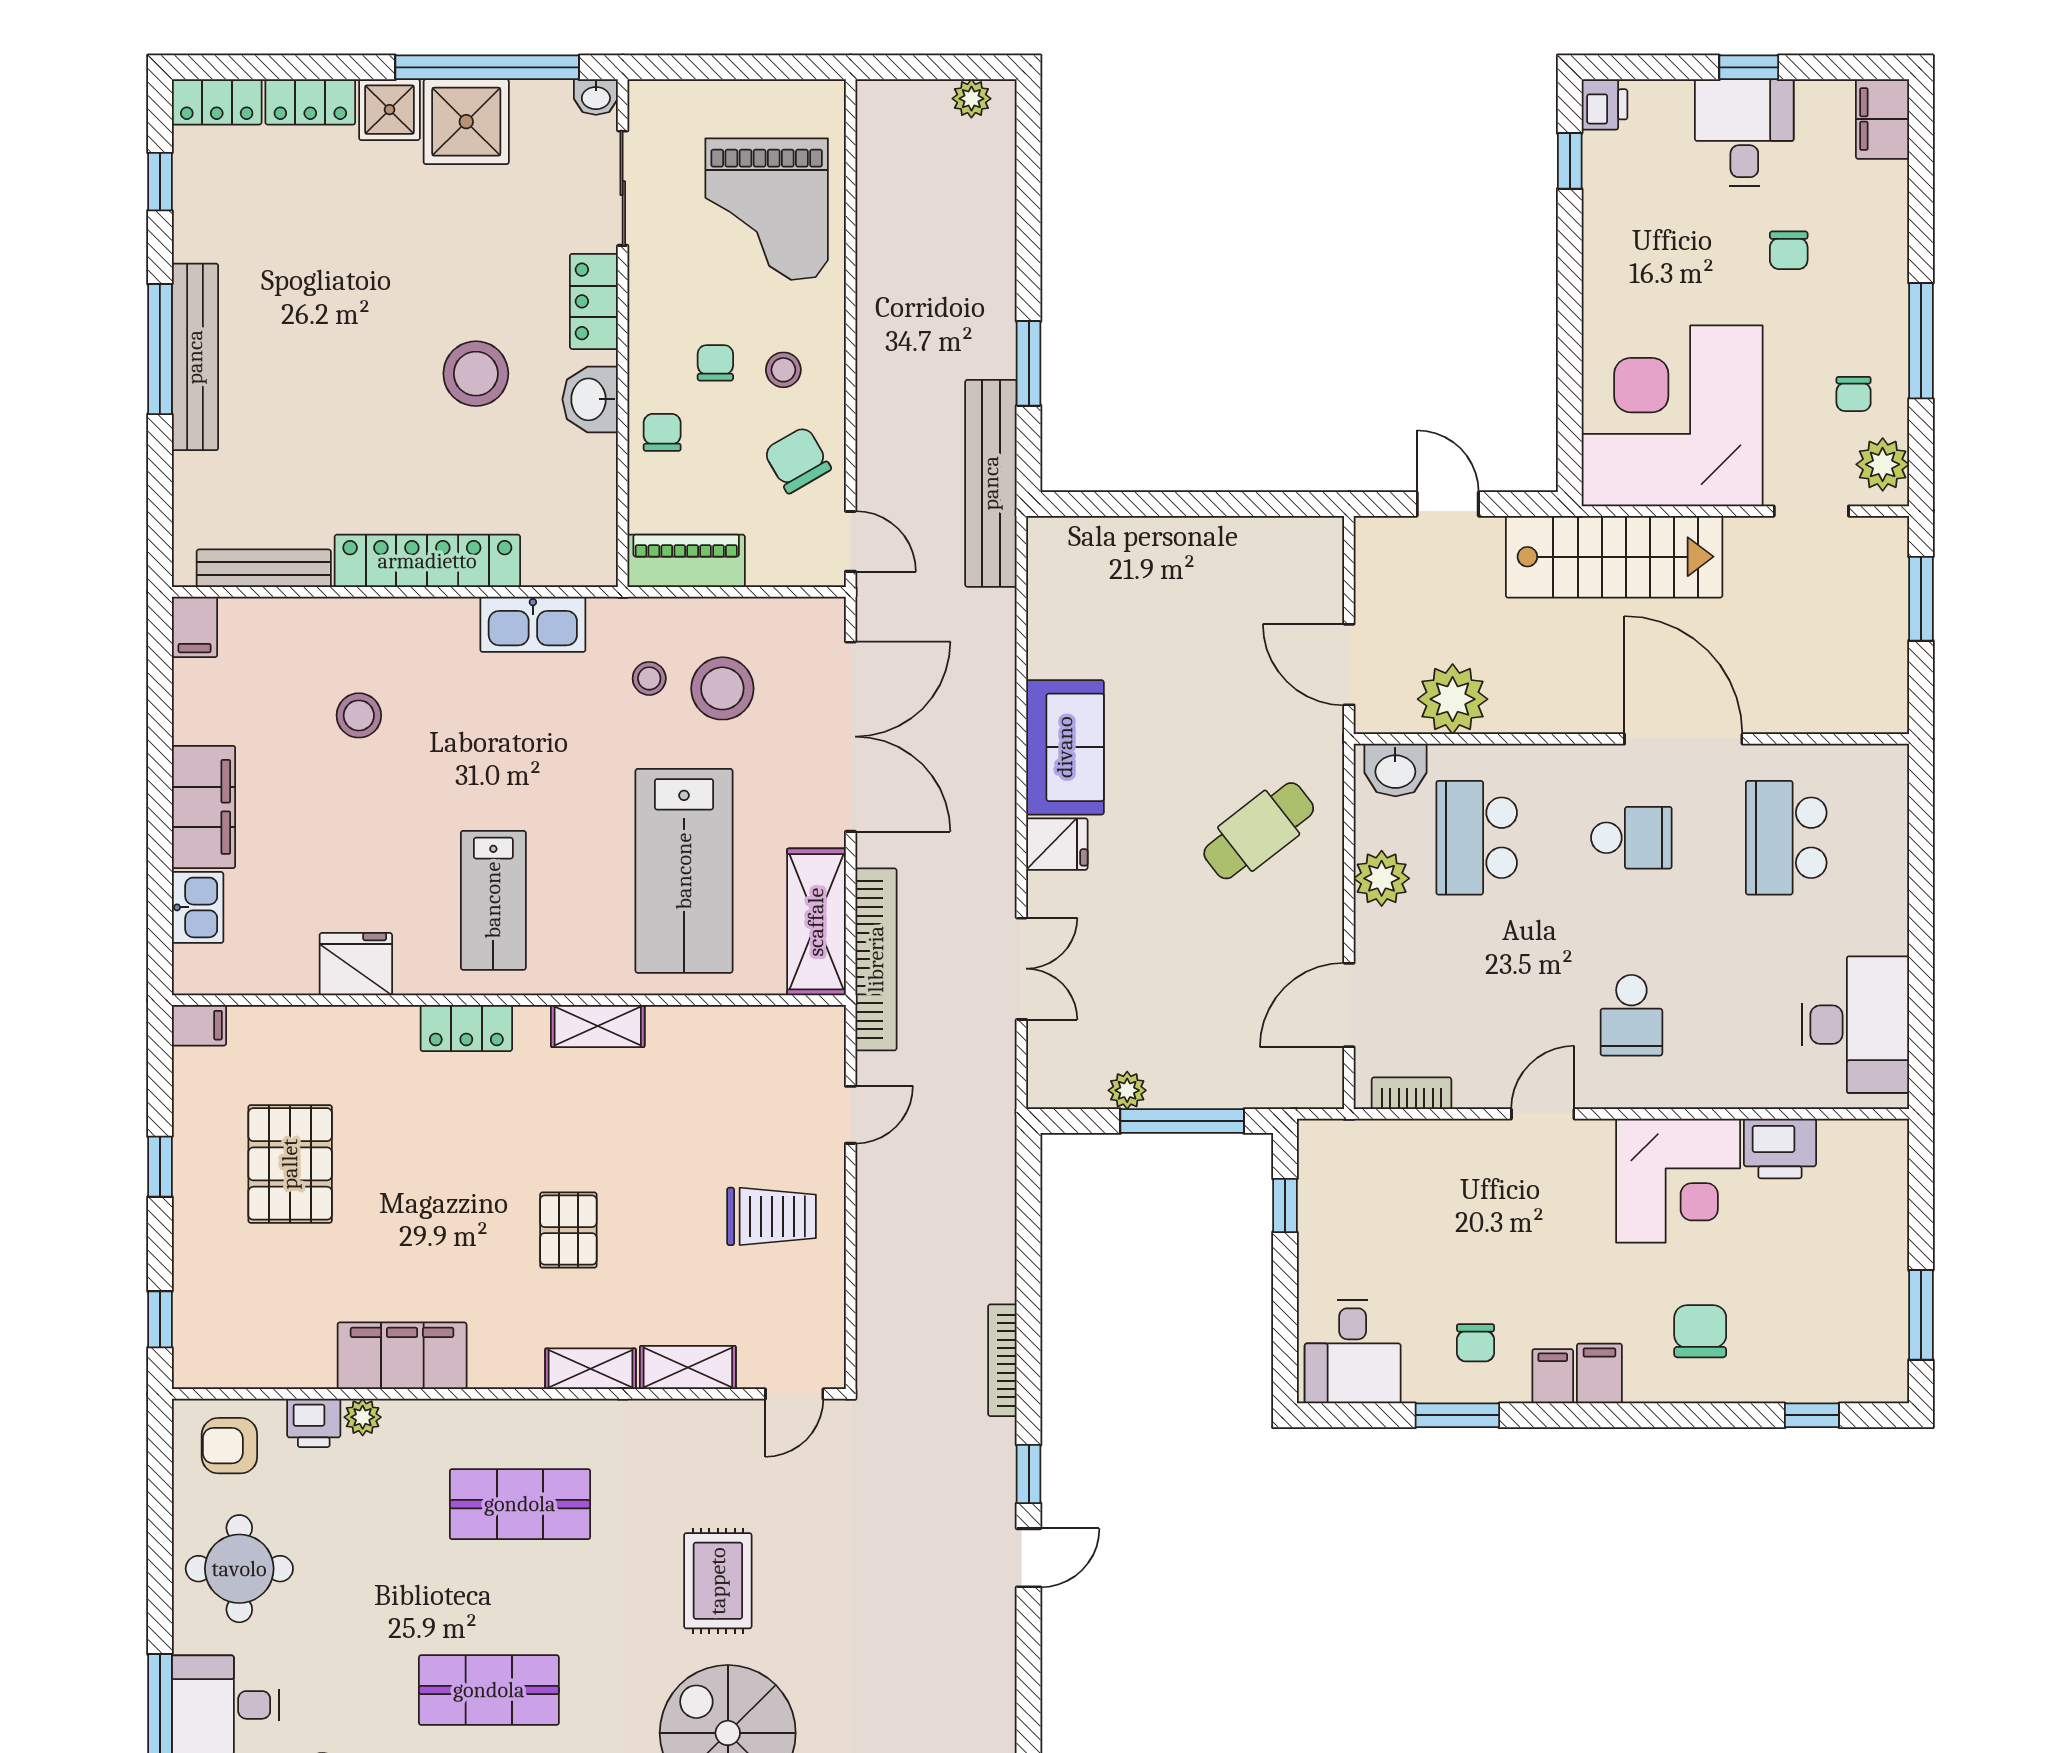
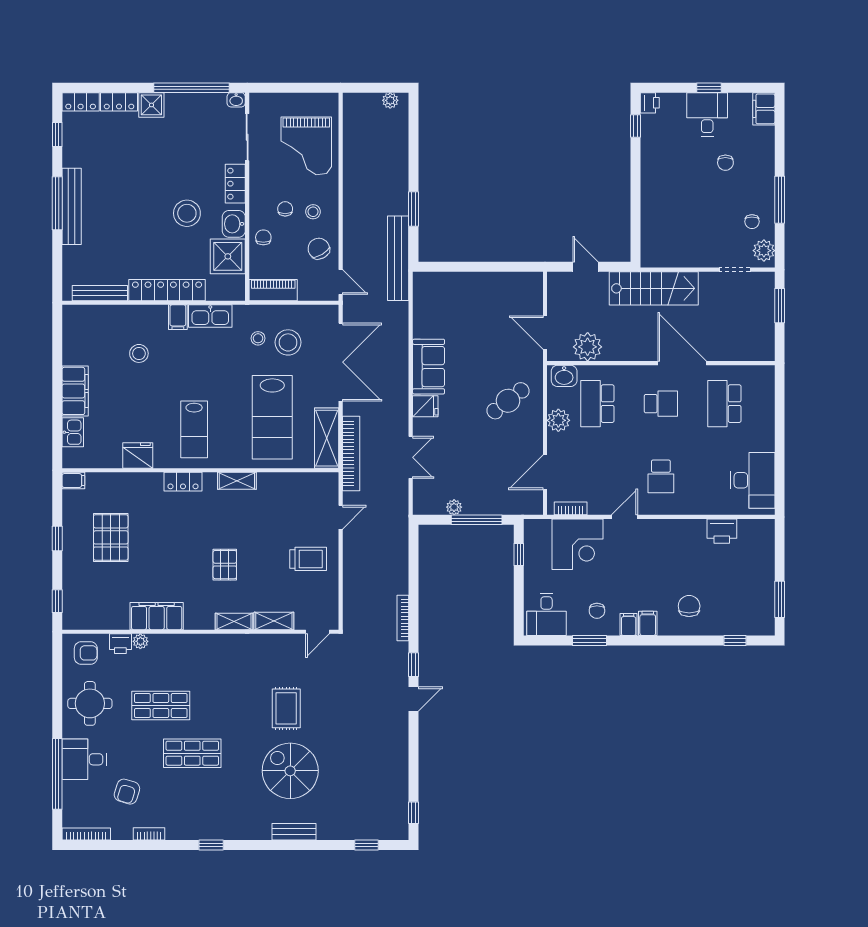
shower: (466, 122) -> (228, 256), moved
corner desk: (1672, 416) -> (678, 231), removed
filing cabinet: (195, 627) -> (178, 317), moved
corner desk: (1678, 1181) -> (577, 544), moved
armchair: (229, 1446) -> (86, 653), turned 180
shop shelf: (520, 1504) -> (161, 705), moved

